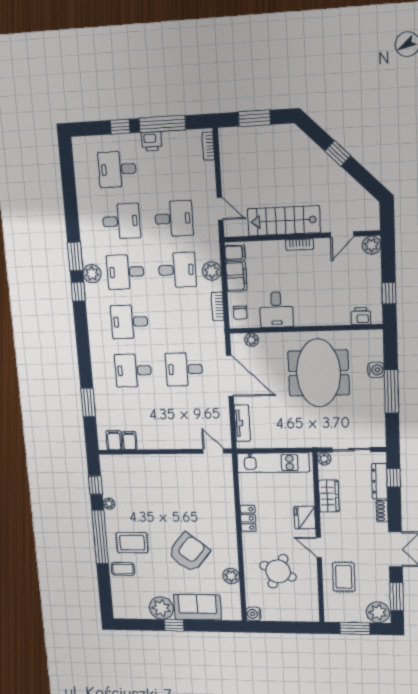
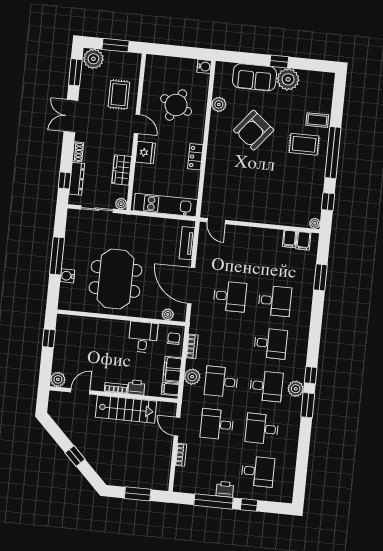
bookcase: (208, 146) -> (181, 455), moved
printer: (361, 316) -> (136, 387), moved, turned 180
plant: (109, 504) -> (315, 223), moved

